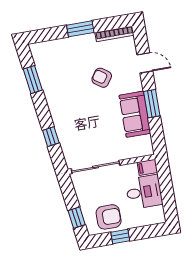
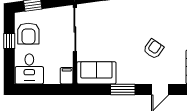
sofa: (135, 114) -> (96, 73), moved
desk: (144, 192) -> (29, 69), moved

